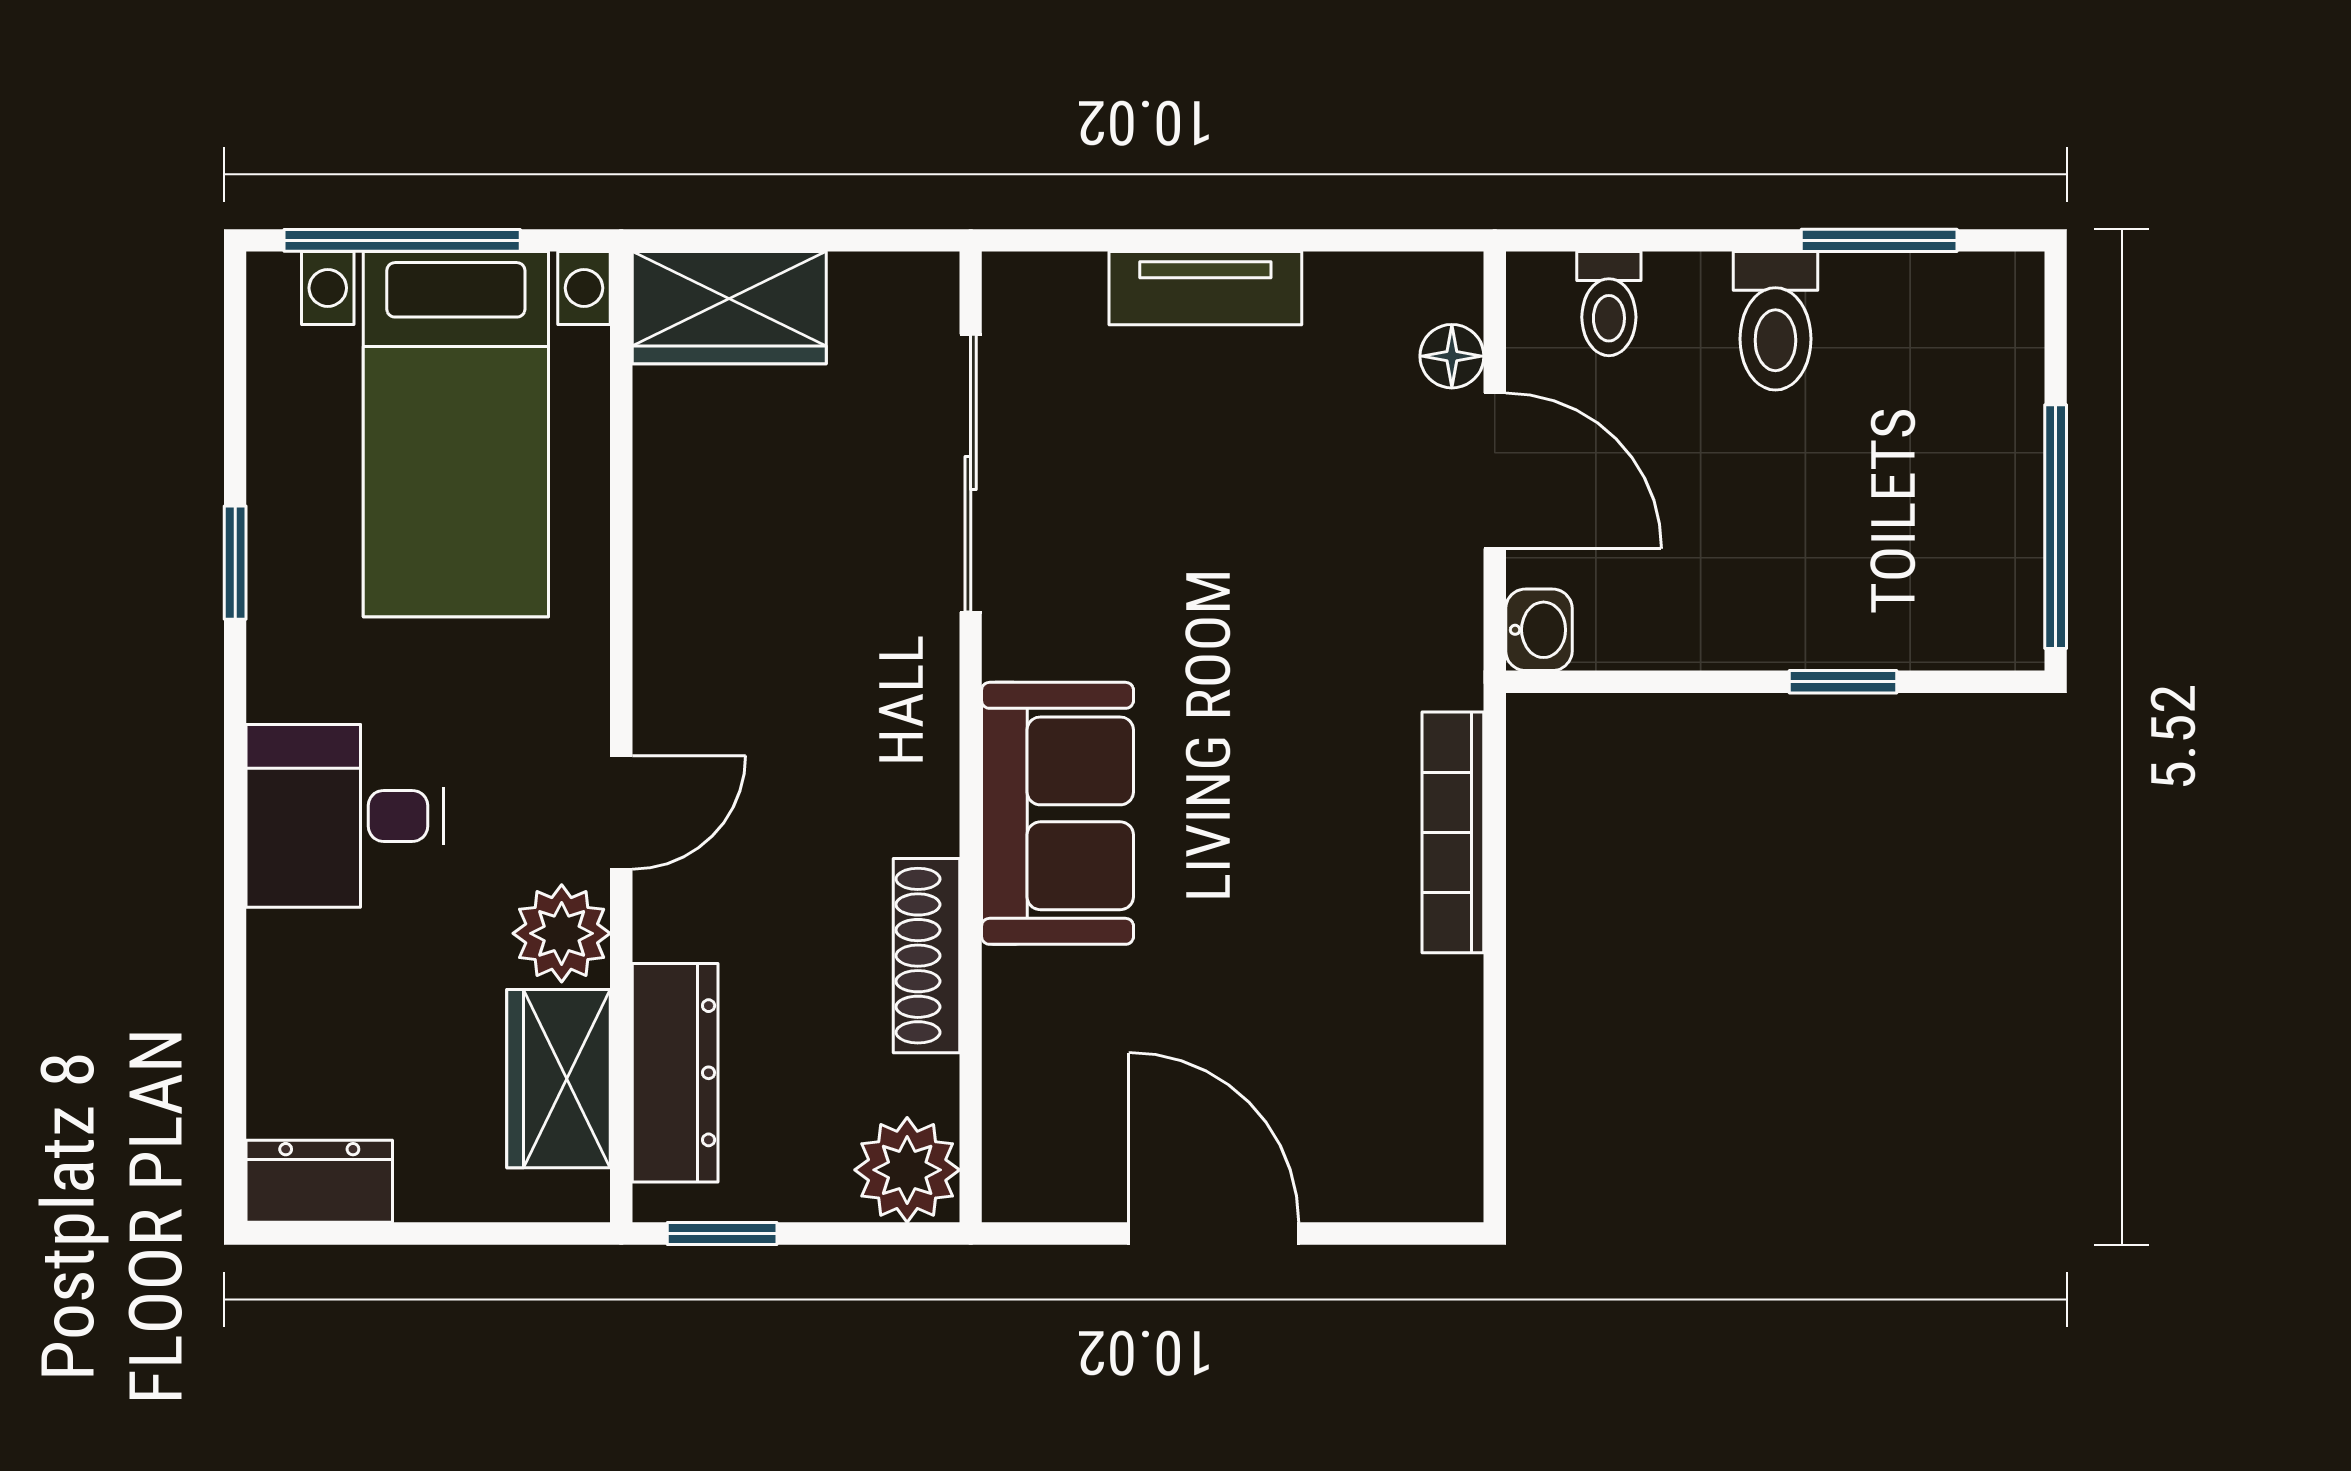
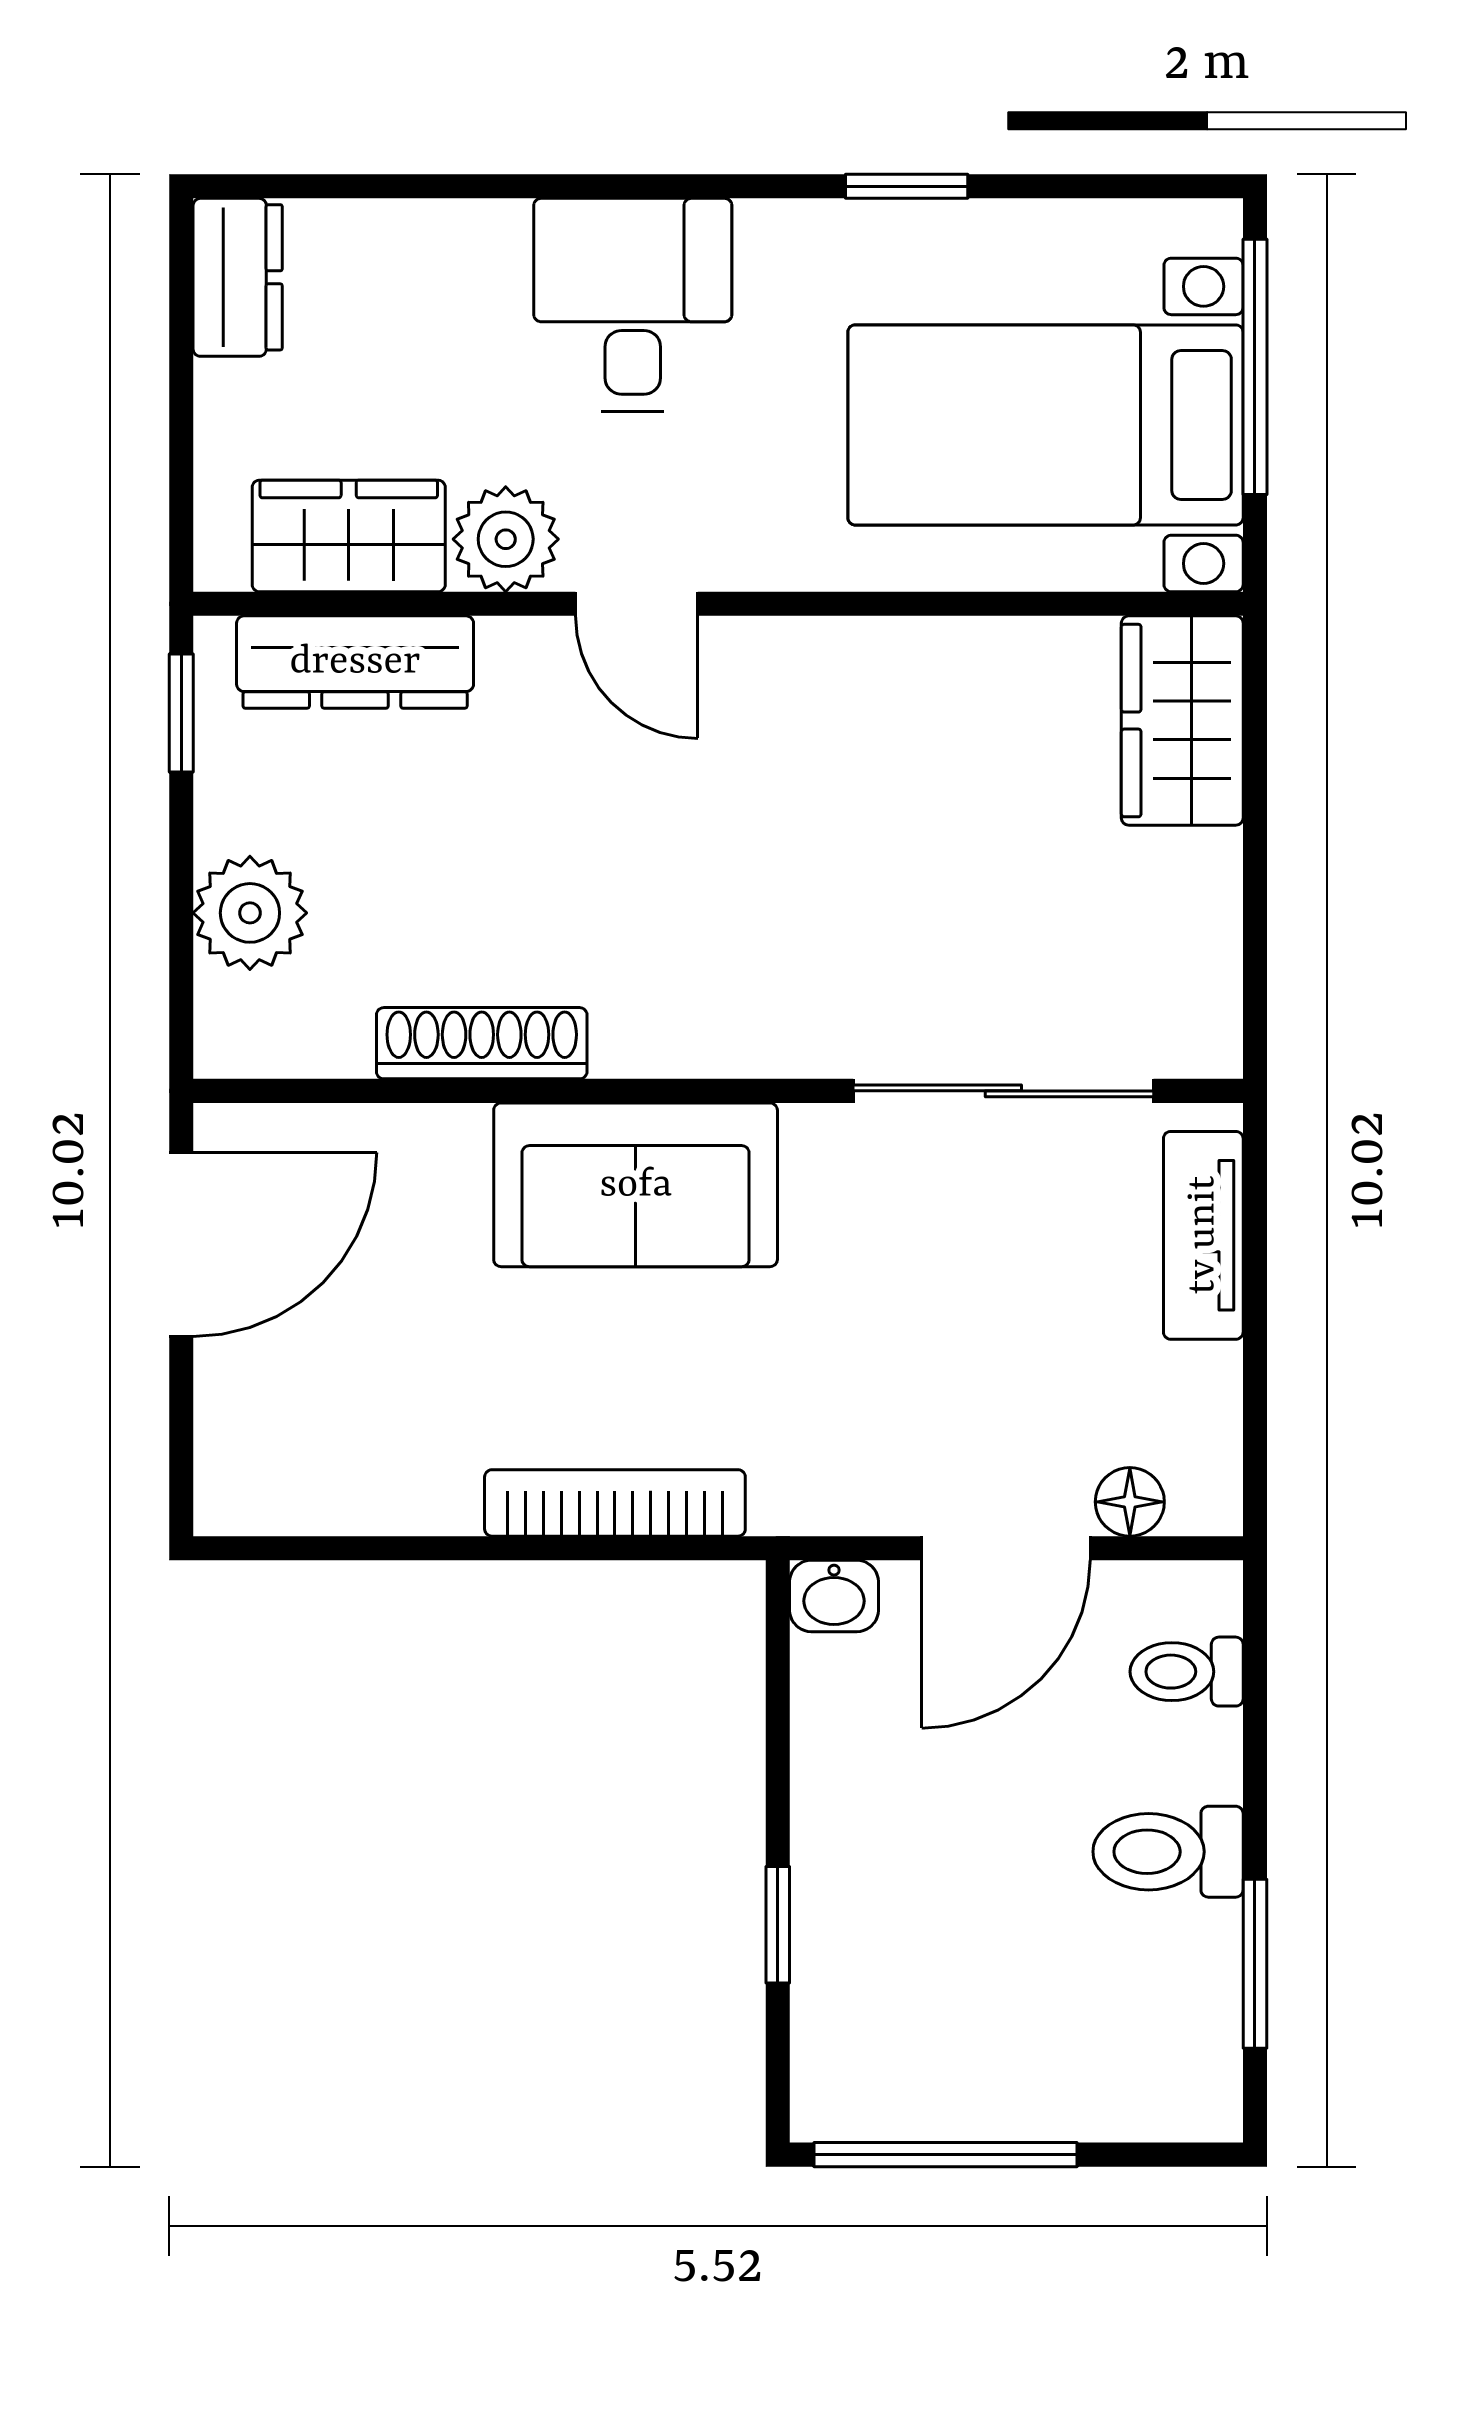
sliding door: (971, 473) -> (1003, 1091), moved
wall: (971, 737) -> (718, 1091), moved
sofa: (1058, 813) -> (636, 1185), moved
shoe rack: (927, 956) -> (482, 1043), moved

